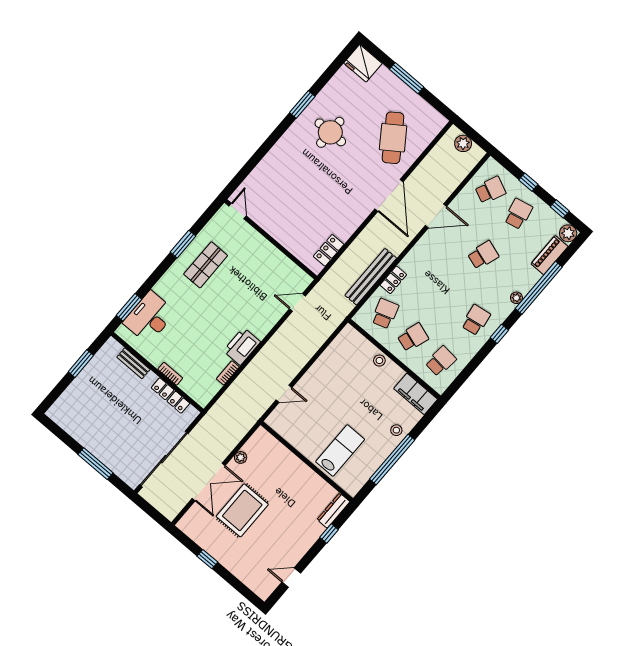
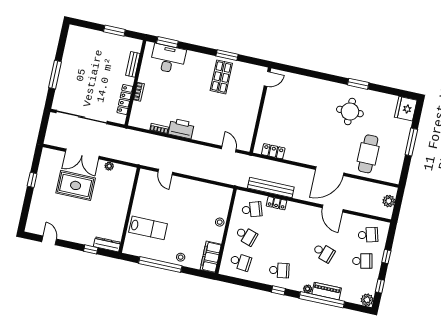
cafe table: (393, 138) -> (368, 154), turned -55
school desk: (490, 190) -> (368, 235), turned -39
piano: (550, 255) -> (327, 291), moved
shop shelf: (206, 265) -> (221, 77), turned 90

